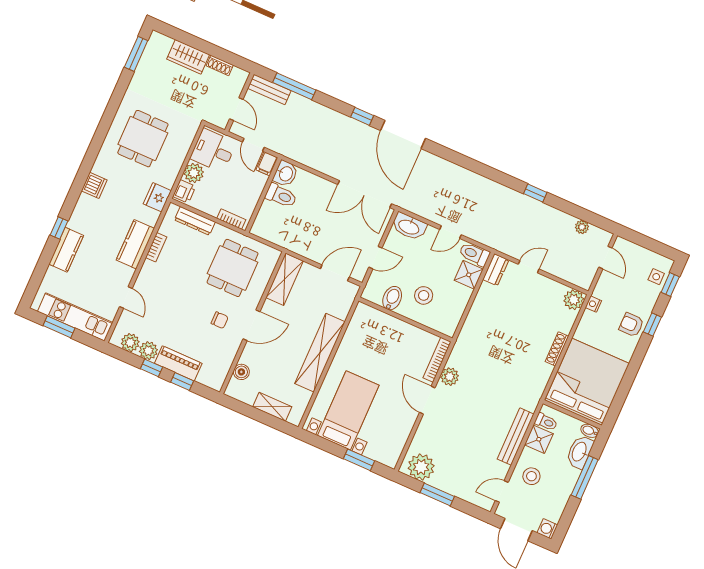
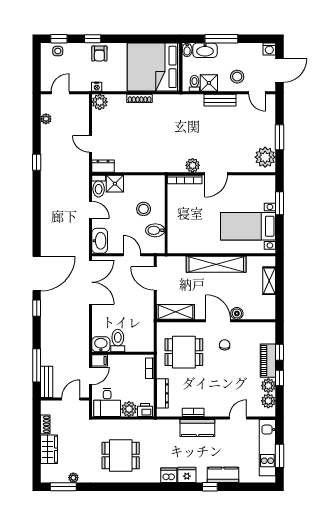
plant: (141, 71) -> (73, 478), added
fridge: (157, 197) -> (187, 475), moved, turned 180
boiler: (241, 372) -> (237, 313), moved
bench: (516, 437) -> (220, 100), width x0.73

